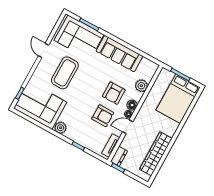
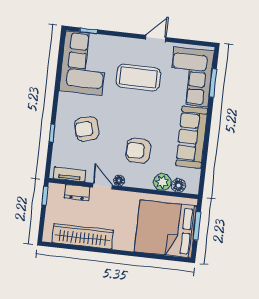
bed: (178, 99) -> (166, 229), width x1.36
floor lamp: (132, 105) -> (179, 185), moved
armchair: (103, 116) -> (87, 129), moved, turned 75
plant: (61, 128) -> (66, 101), removed
dresser: (119, 156) -> (77, 193), moved

